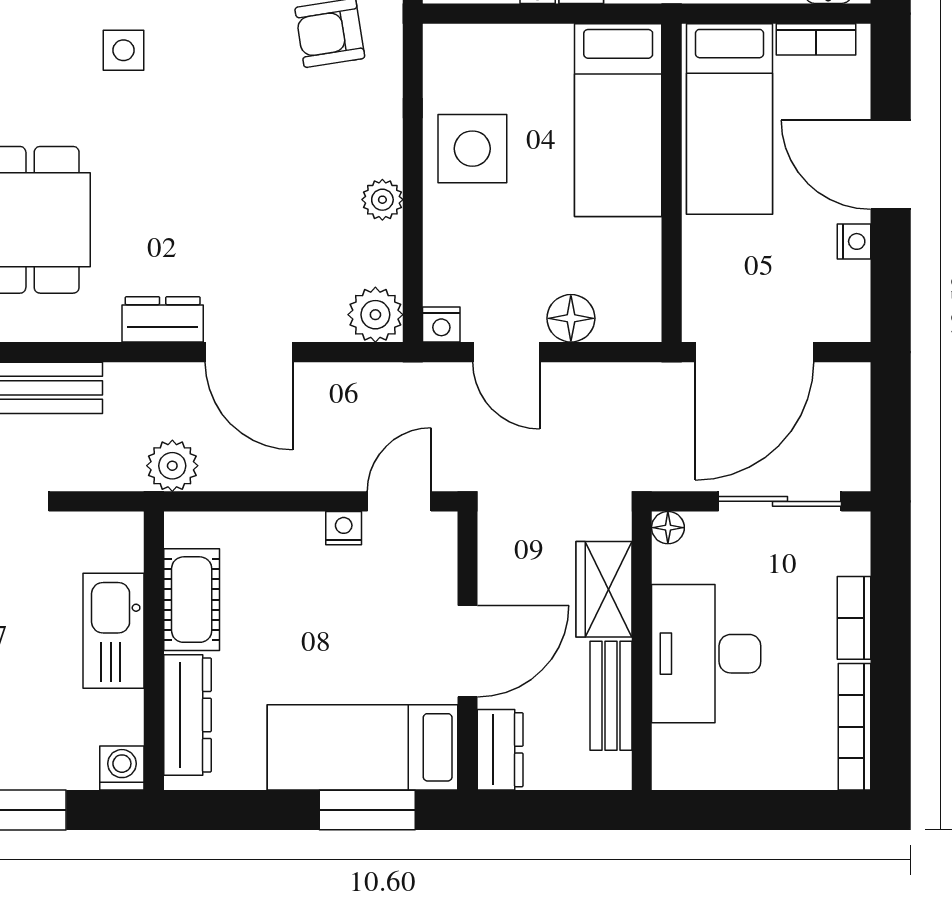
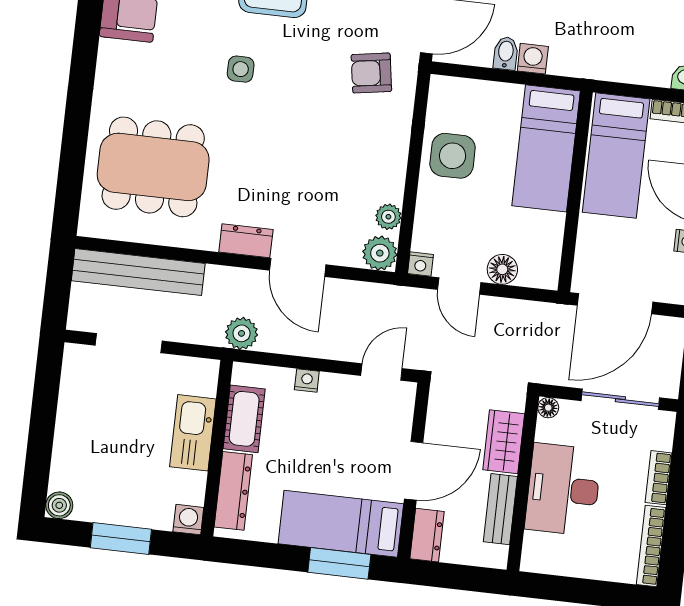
plant: (382, 200) -> (388, 217), moved
nightstand: (344, 528) -> (307, 380), moved

